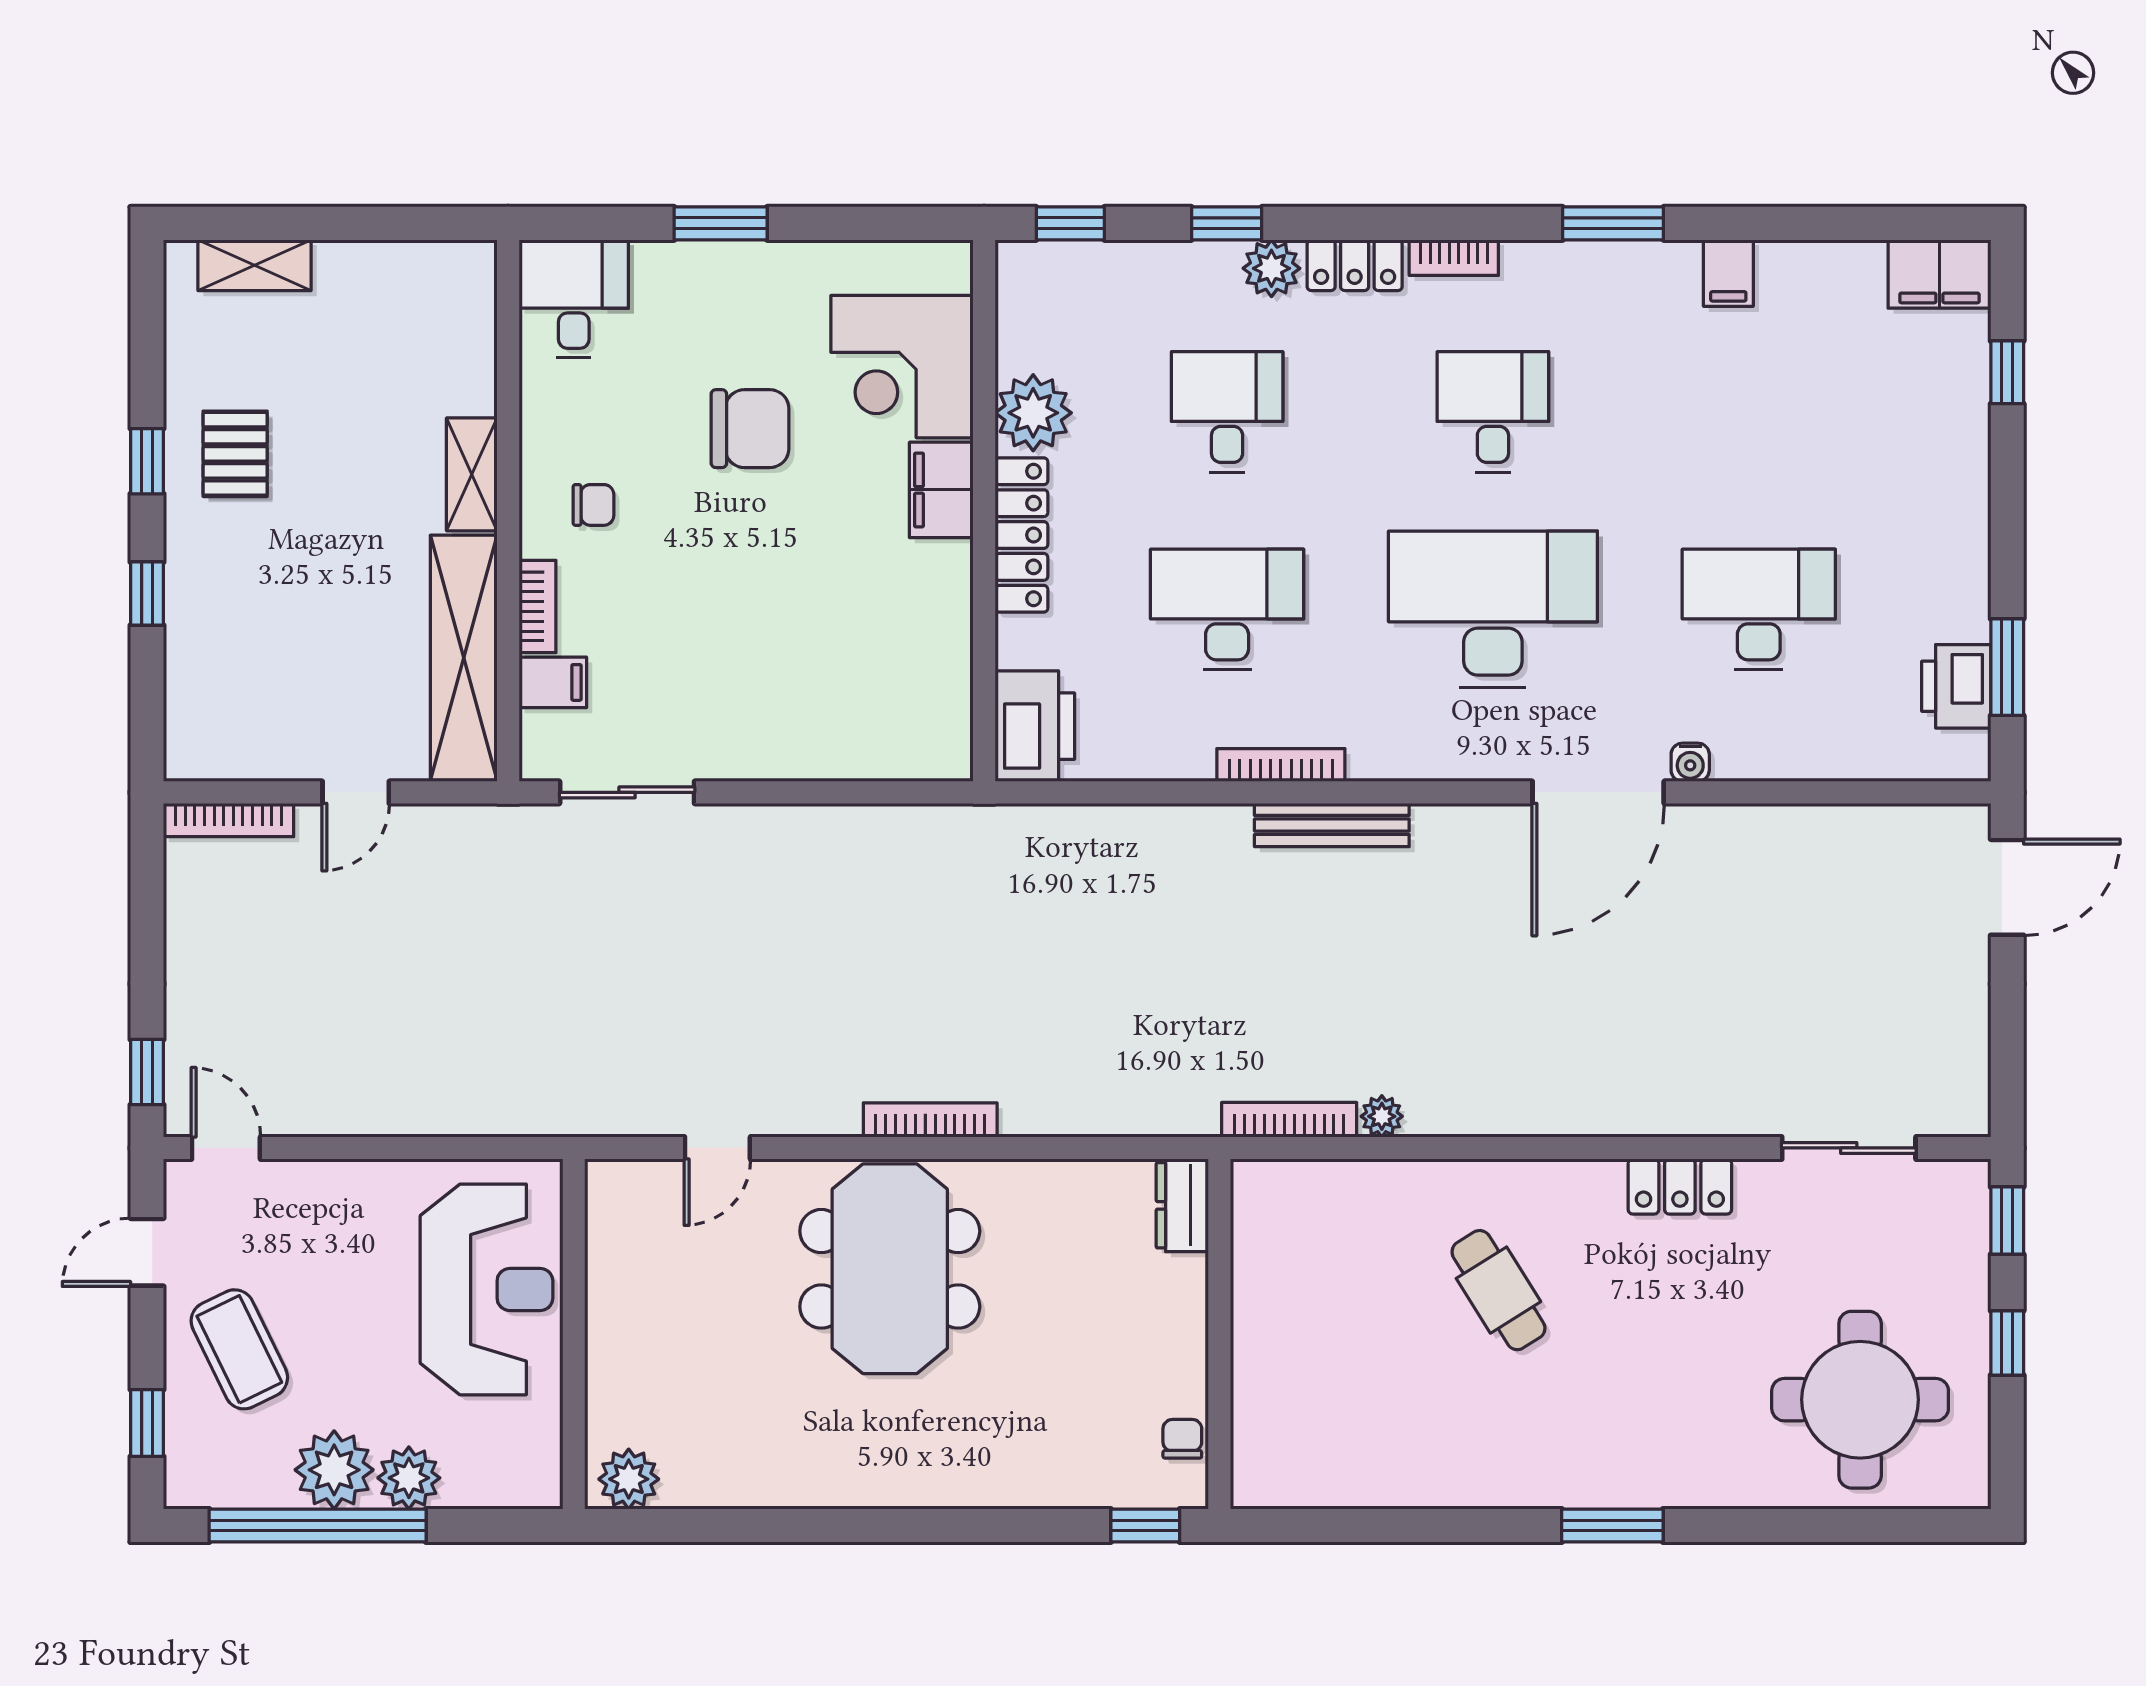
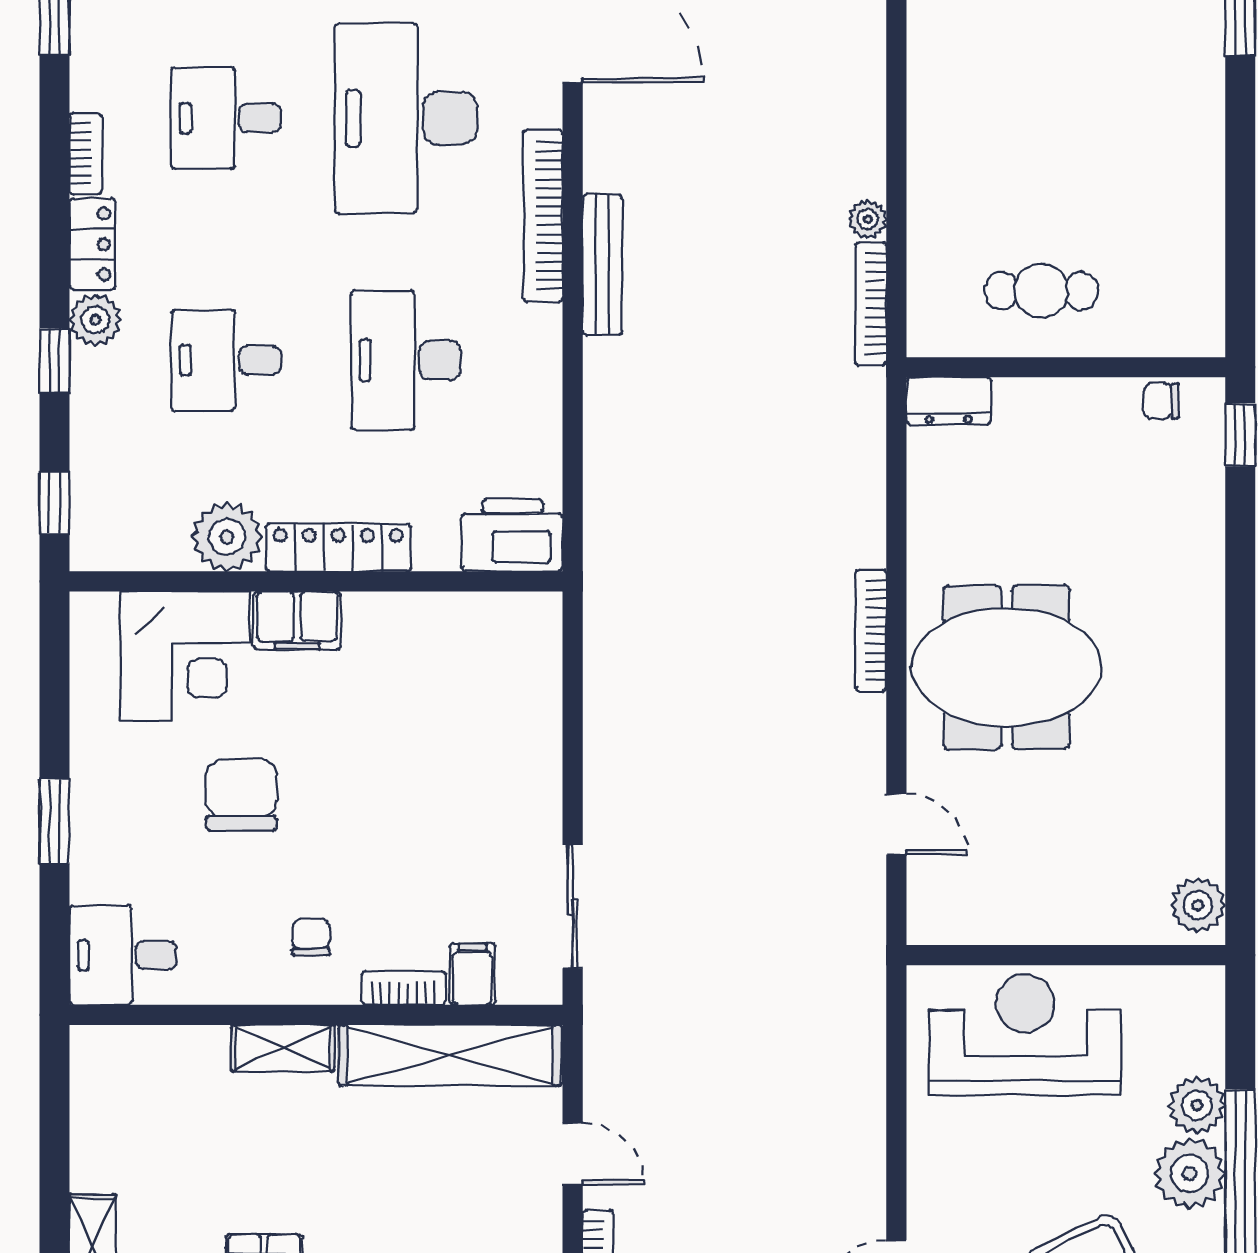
bookcase: (1281, 765) -> (543, 216), moved, width x1.48, depth x1.31
cafe table: (1498, 1290) -> (1041, 291), moved, turned 32

